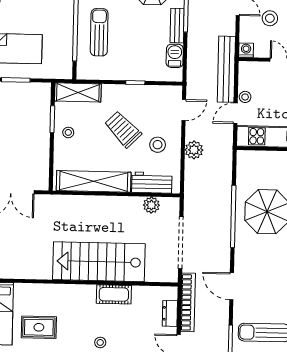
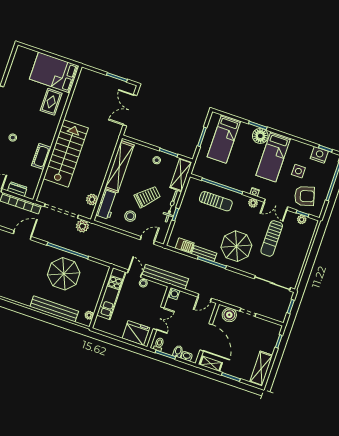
stool: (270, 18) -> (190, 316), removed
bicycle: (126, 92) -> (171, 206), added
door: (184, 110) -> (147, 240), swing flipped
plant: (194, 150) -> (82, 226), moved
rug: (39, 327) -> (51, 102), moved

